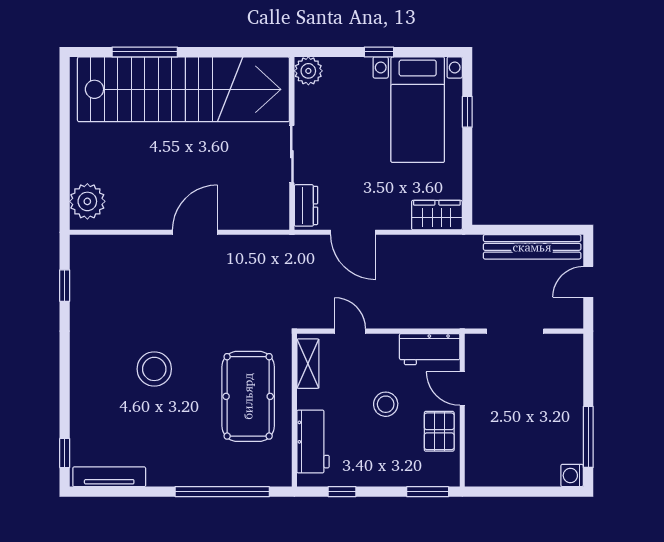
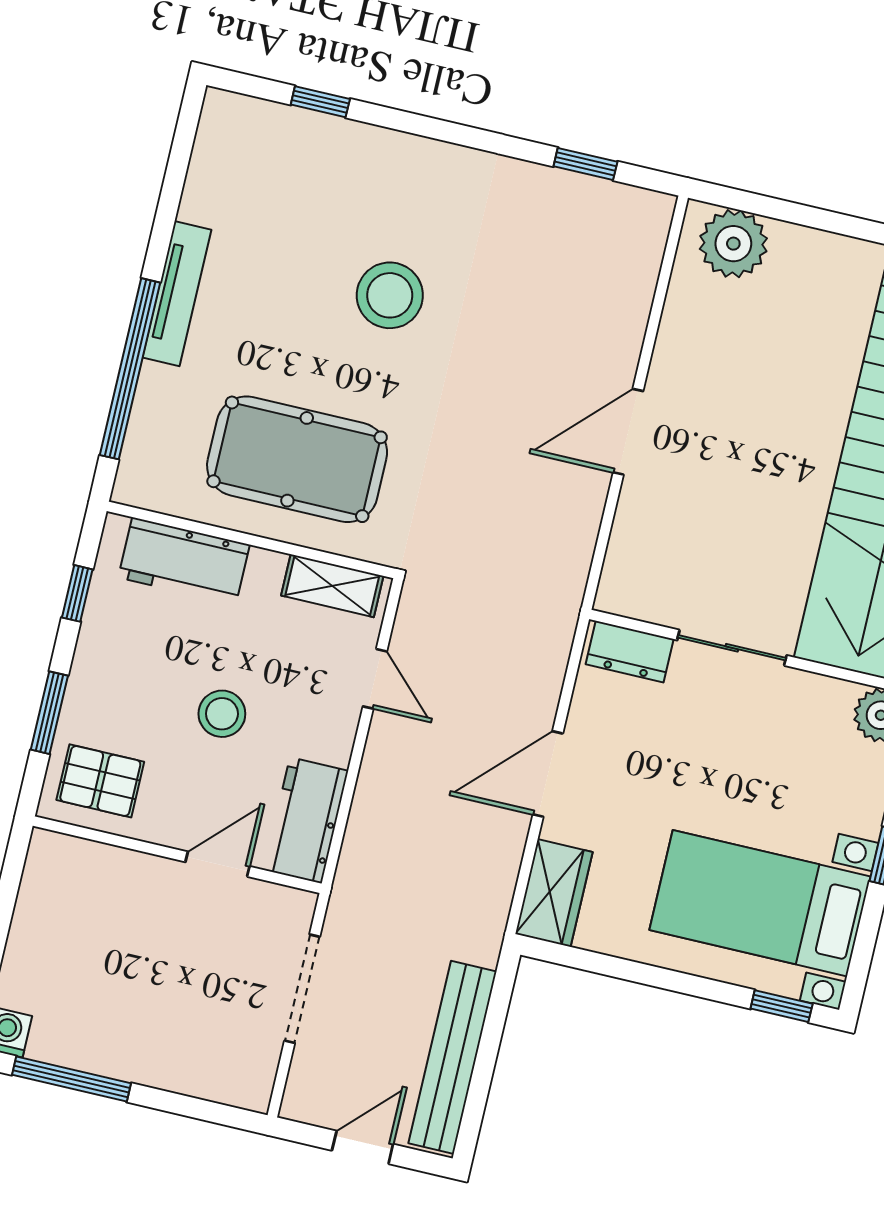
window: (467, 112) -> (782, 1006), moved
door: (195, 232) -> (628, 432), swing flipped
door: (353, 232) -> (548, 774), moved
door: (588, 282) -> (363, 1147), hinge flipped
door: (350, 331) -> (375, 679), hinge flipped
pallet: (439, 431) -> (100, 781), moved
window: (65, 453) -> (320, 102), moved
tv unit: (109, 477) -> (177, 294), moved
window: (428, 492) -> (49, 713), moved

